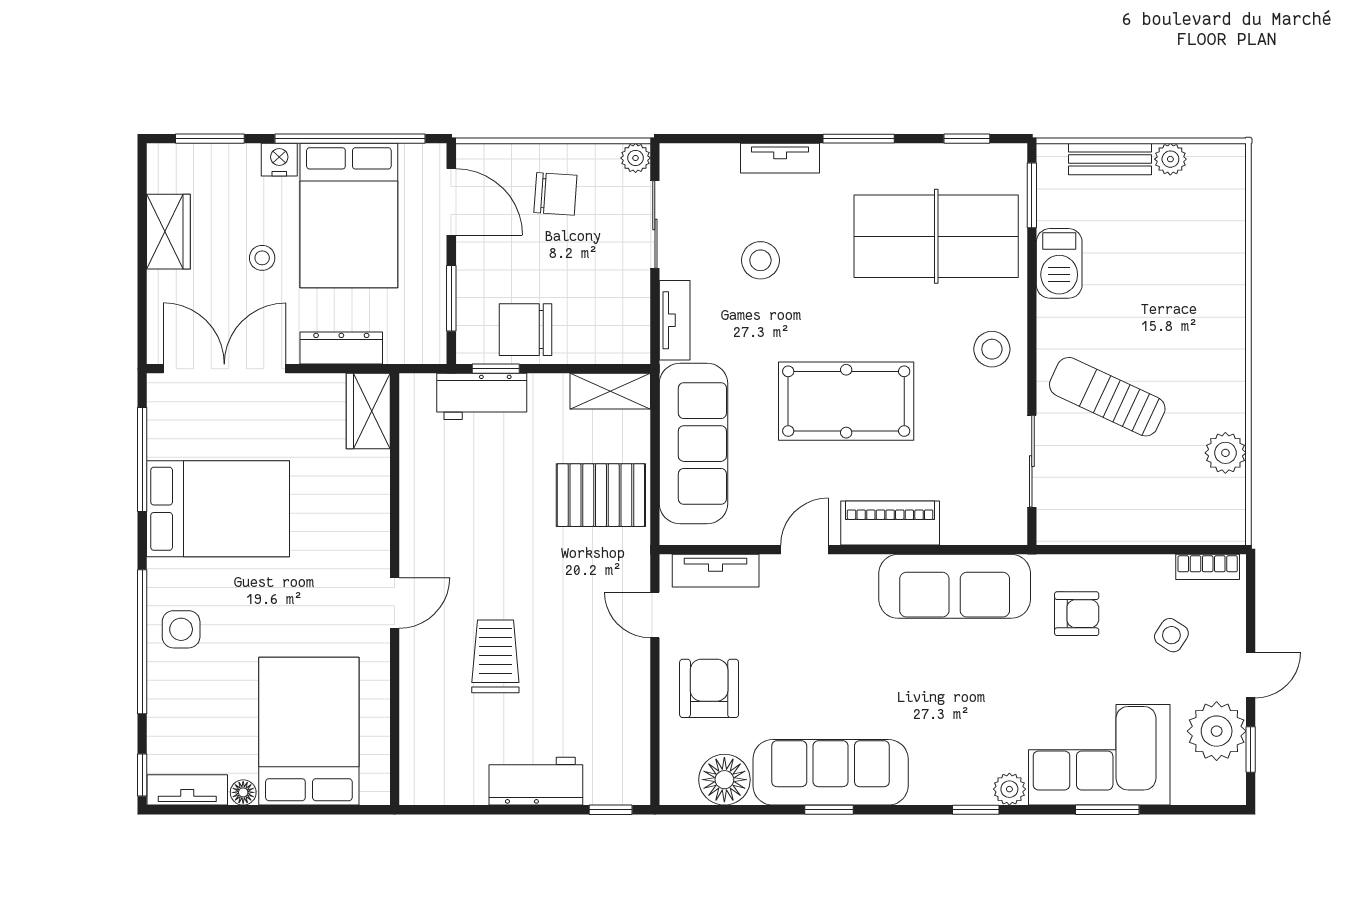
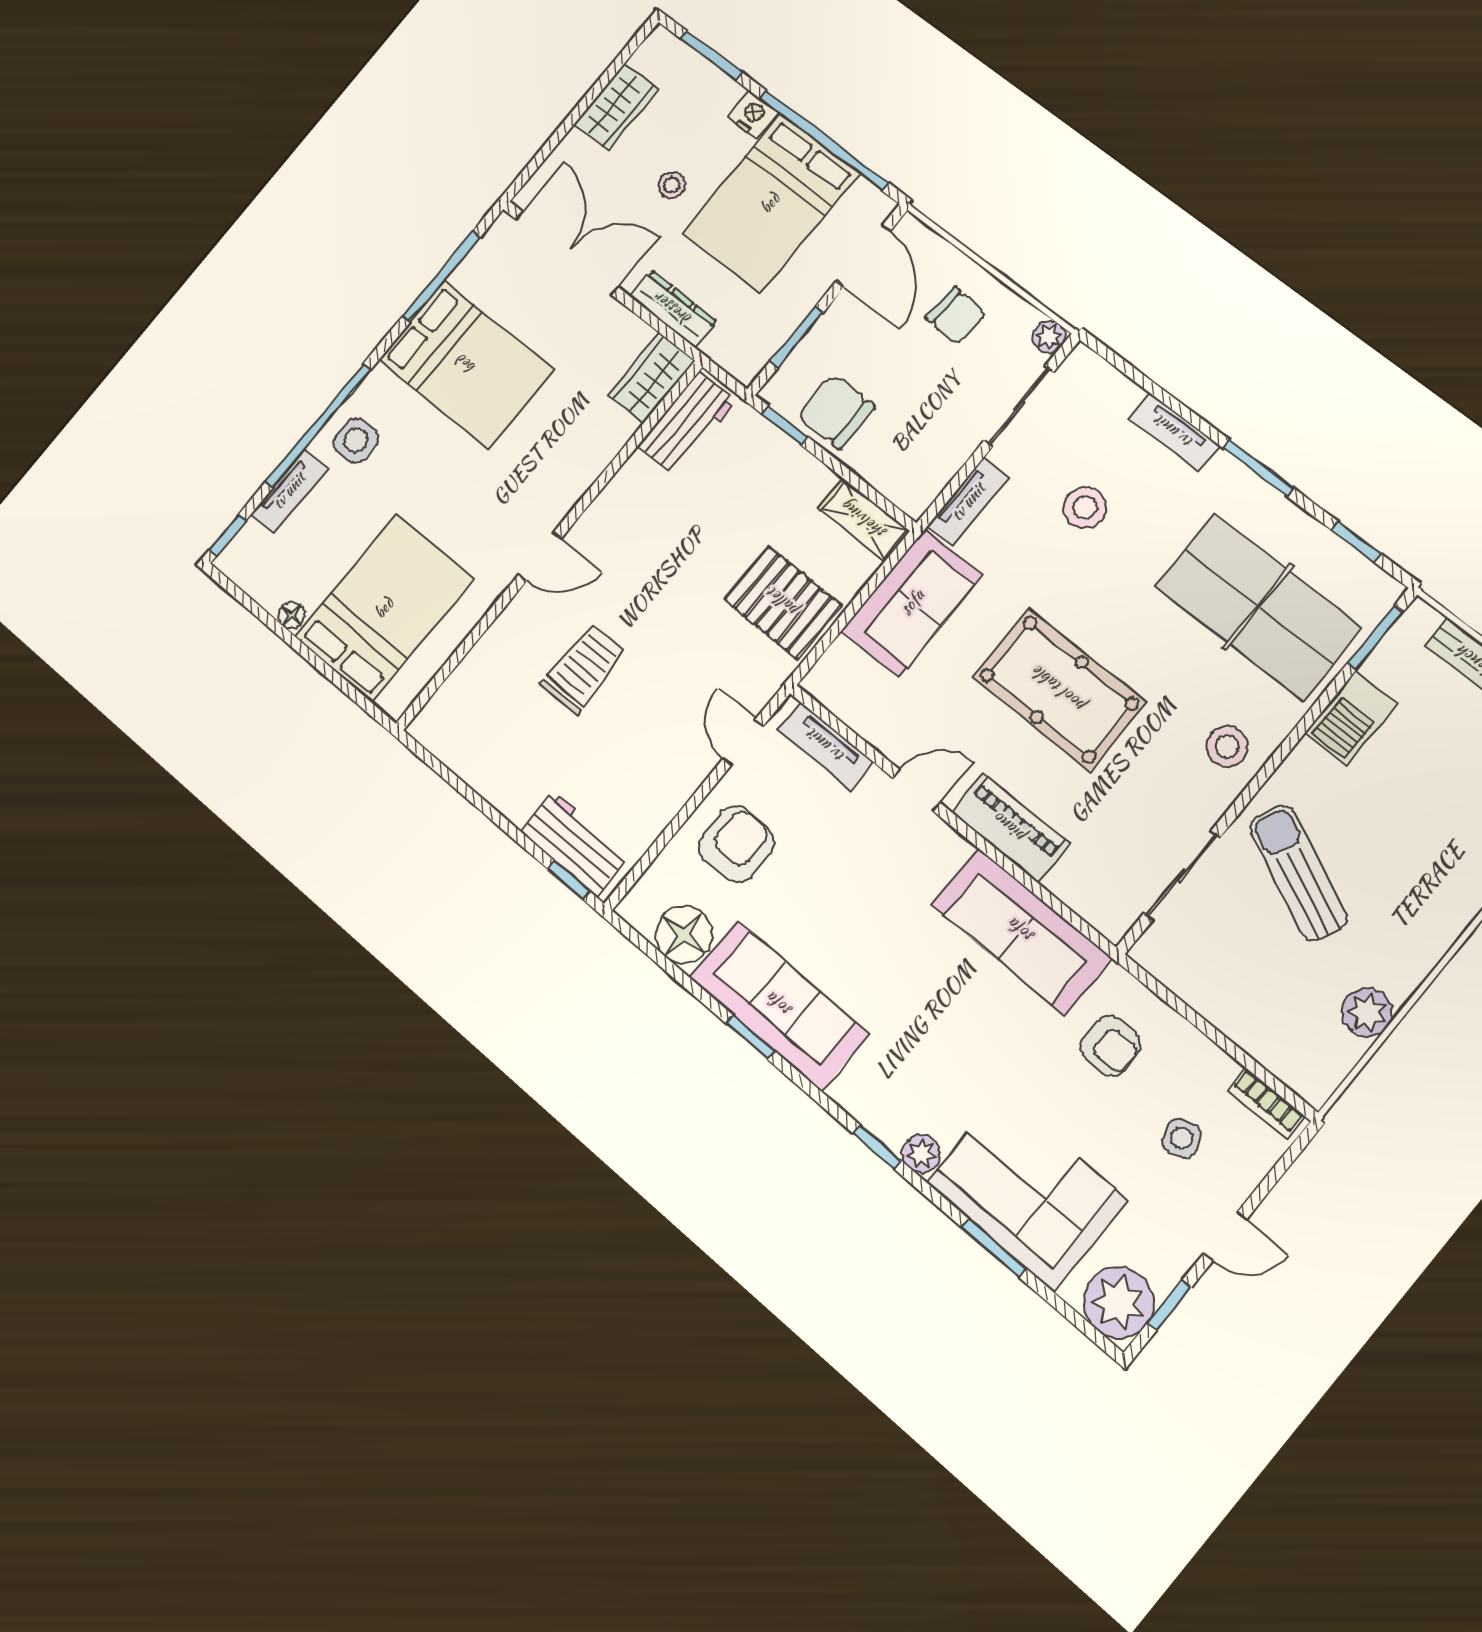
workbench: (482, 396) -> (687, 423), moved, turned -90
sofa: (694, 444) -> (912, 602), width x0.73
side table: (1171, 635) -> (1181, 1138), turned 38
plant: (1217, 731) -> (1118, 1302), moved
workbench: (536, 781) -> (575, 844), moved
tv unit: (187, 790) -> (289, 491), moved, turned 90

